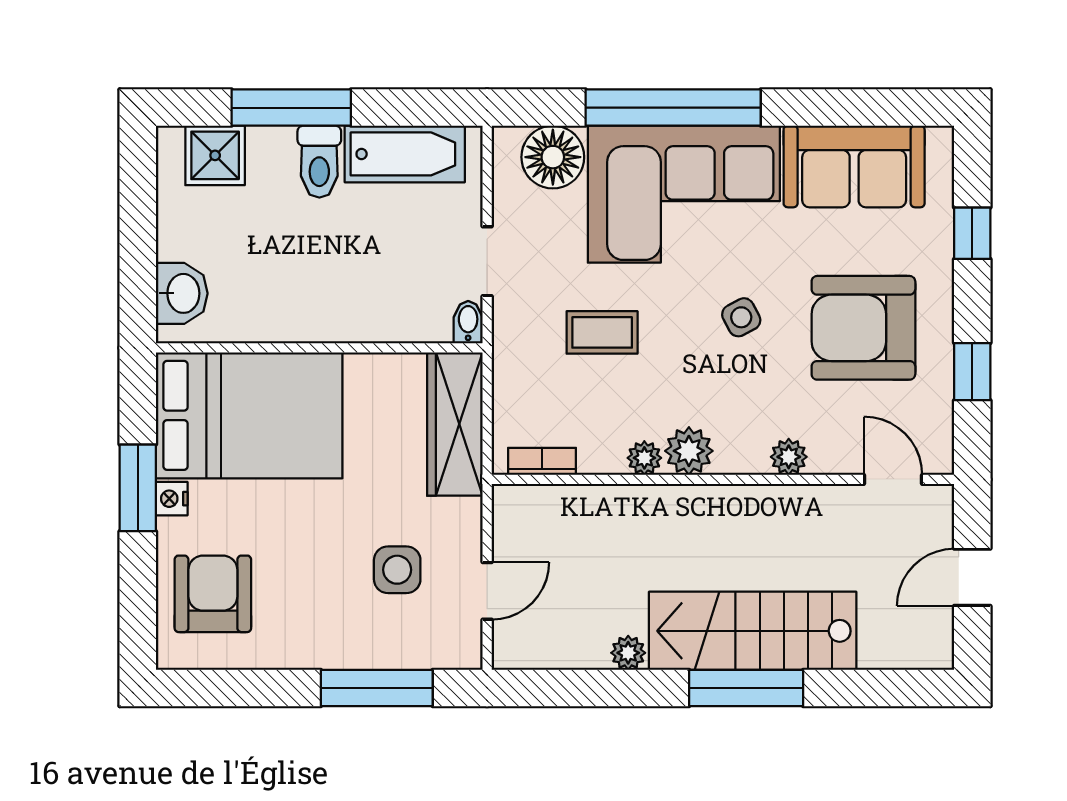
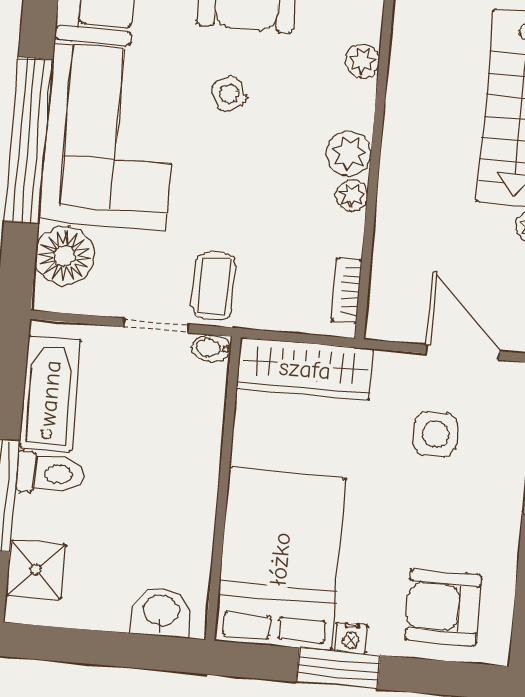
coffee table: (602, 332) -> (214, 286), moved
door: (487, 591) -> (463, 352), width x1.38

